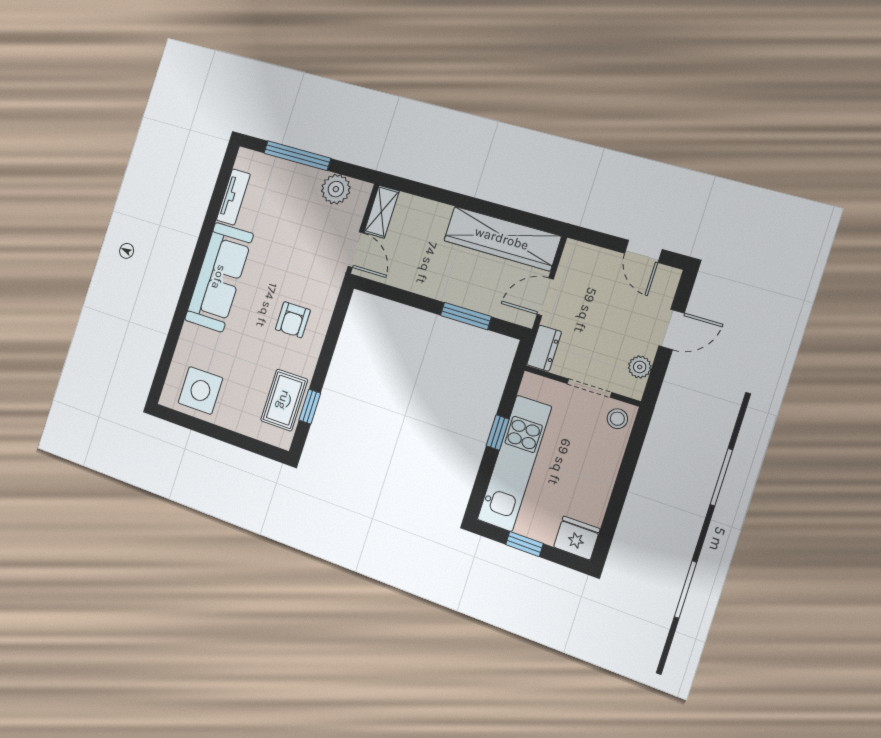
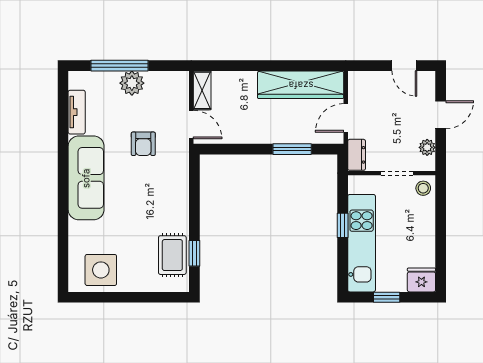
plant: (336, 189) -> (132, 83), moved
armchair: (293, 320) -> (143, 144), moved

